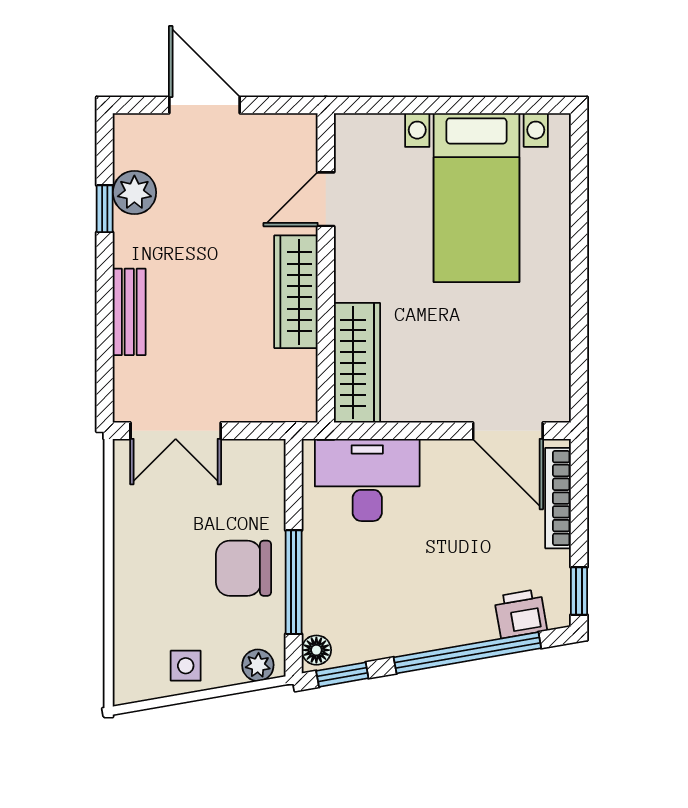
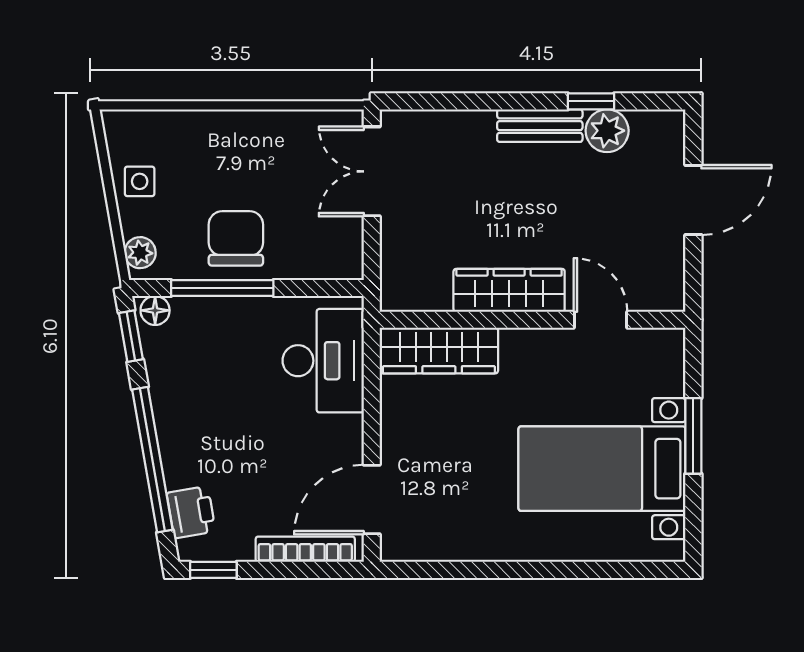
window: (443, 105) -> (693, 436), added
bench: (129, 312) -> (540, 126), moved

